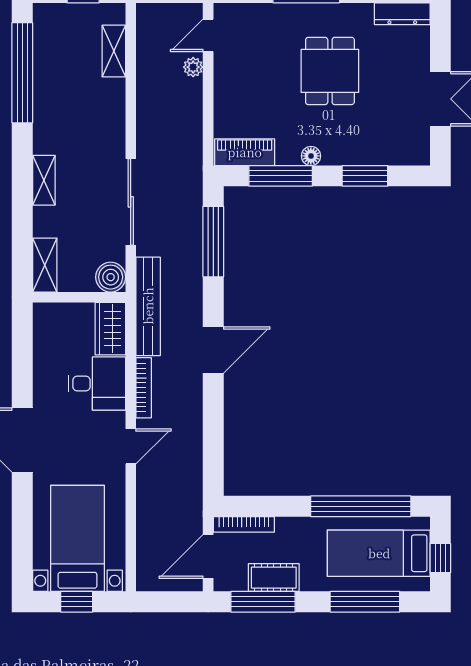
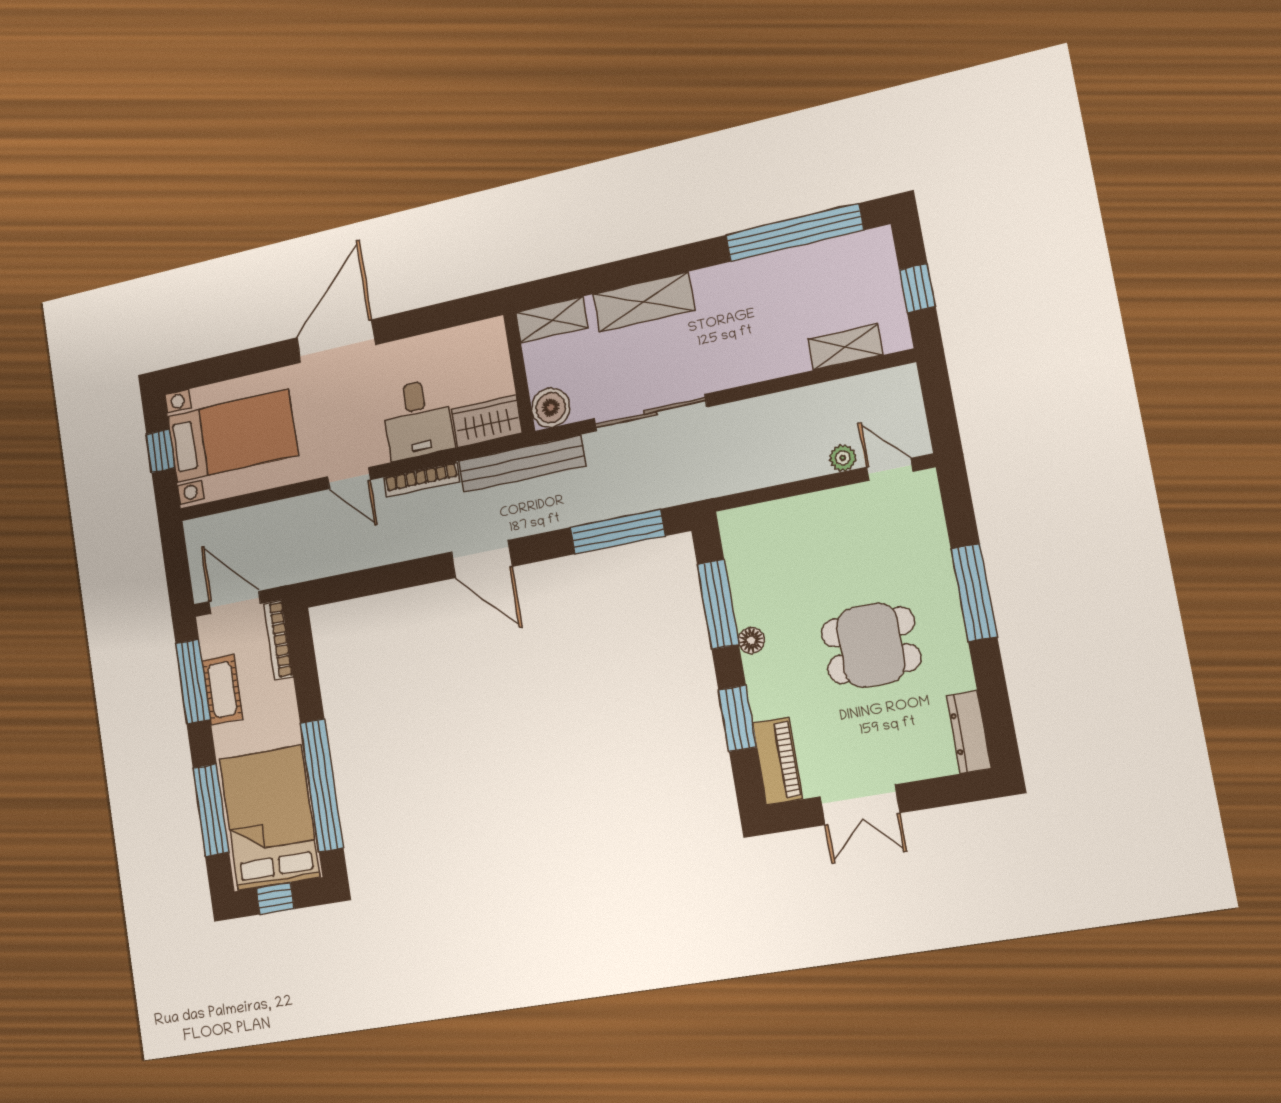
piano: (245, 152) -> (777, 761), moved
shelving: (44, 180) -> (644, 302), width x1.50, depth x1.33
bed: (379, 553) -> (270, 818), width x1.50

